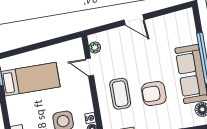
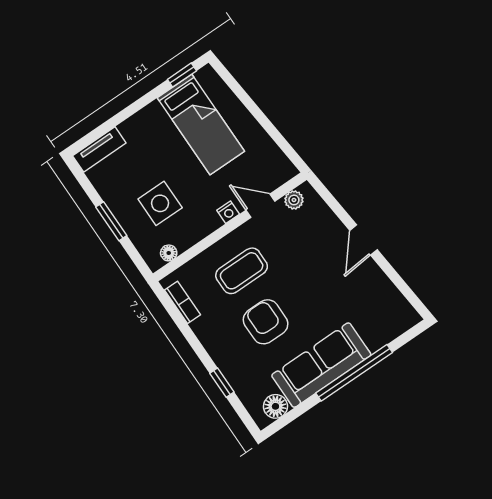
door: (90, 67) -> (260, 206), hinge flipped
nightstand: (90, 118) -> (228, 212), moved

